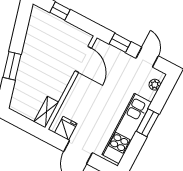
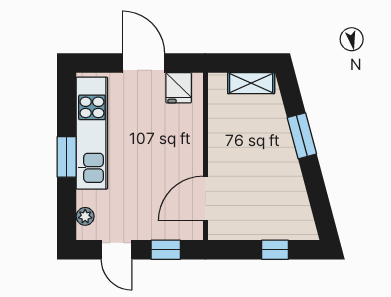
door: (83, 59) -> (205, 198), hinge flipped
shelving: (46, 112) -> (251, 83), moved, turned 90

